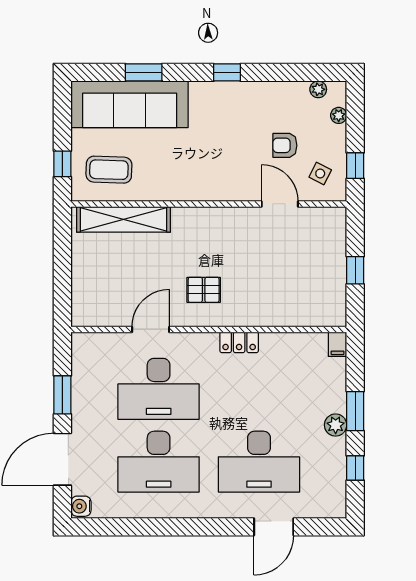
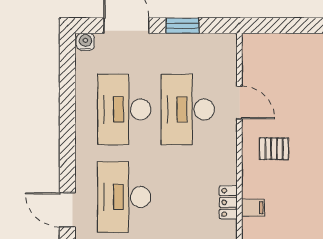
pallet: (204, 290) -> (274, 149), turned 90
filing cabinet: (271, 314) -> (253, 208), added
locker: (239, 342) -> (228, 202), moved

